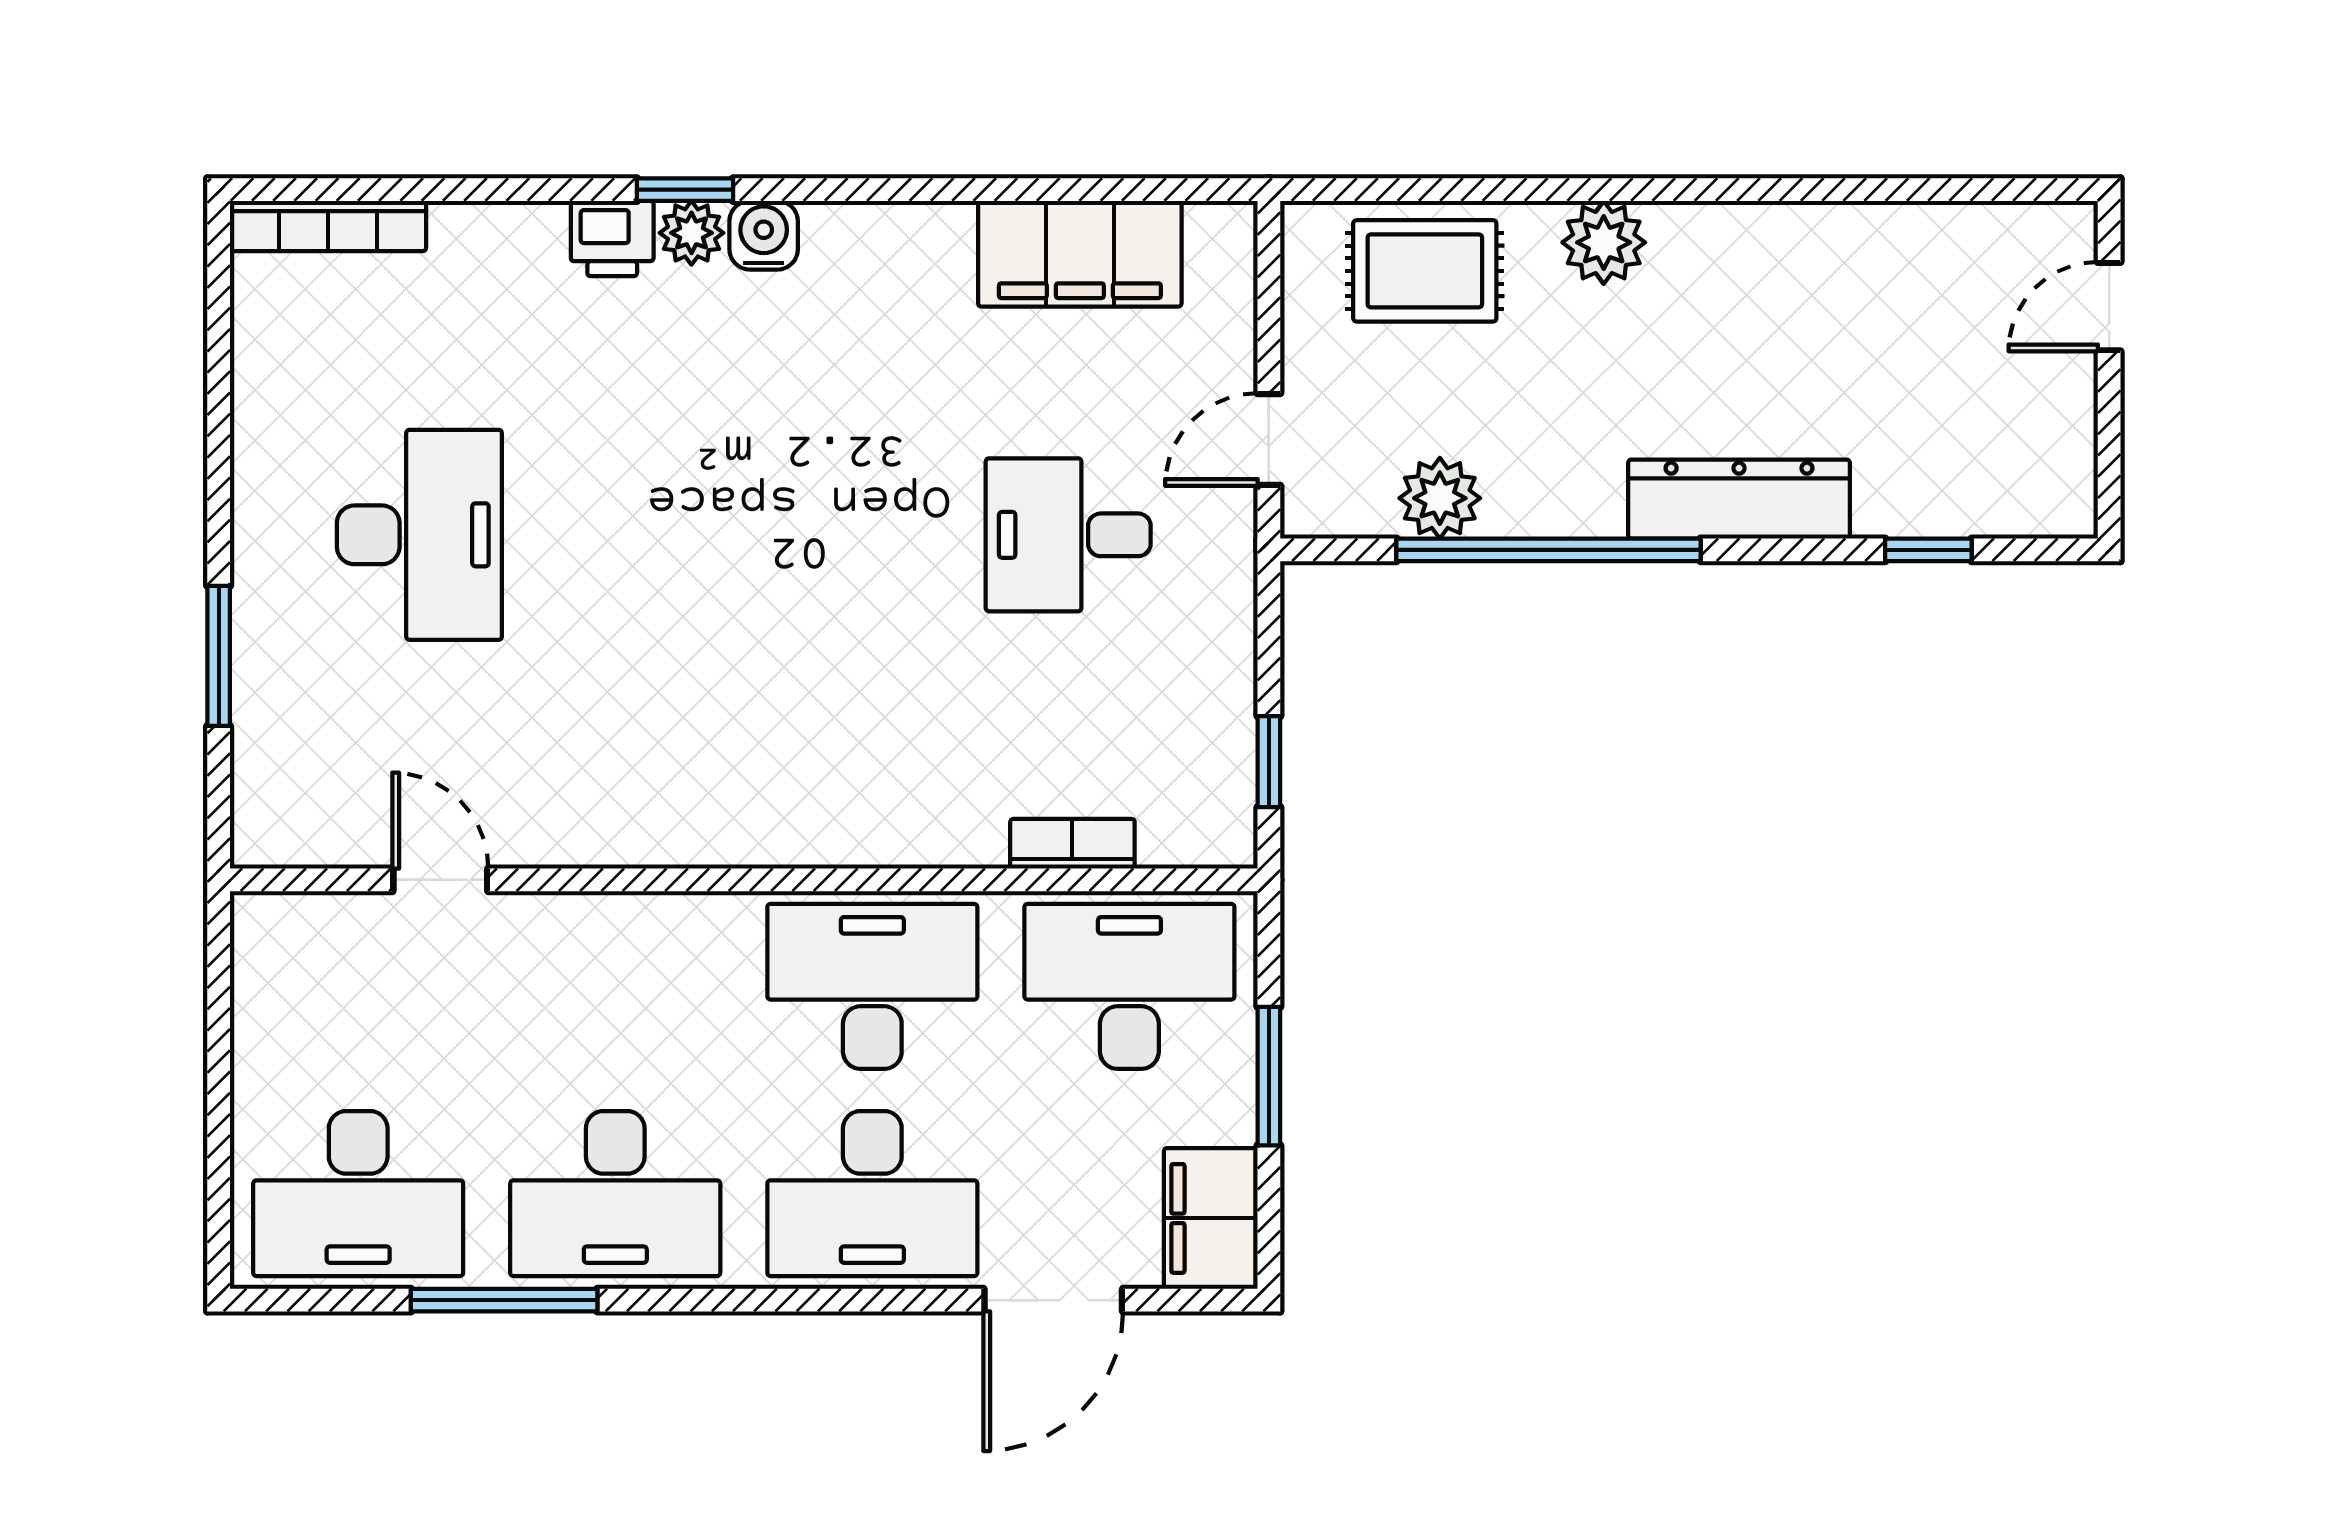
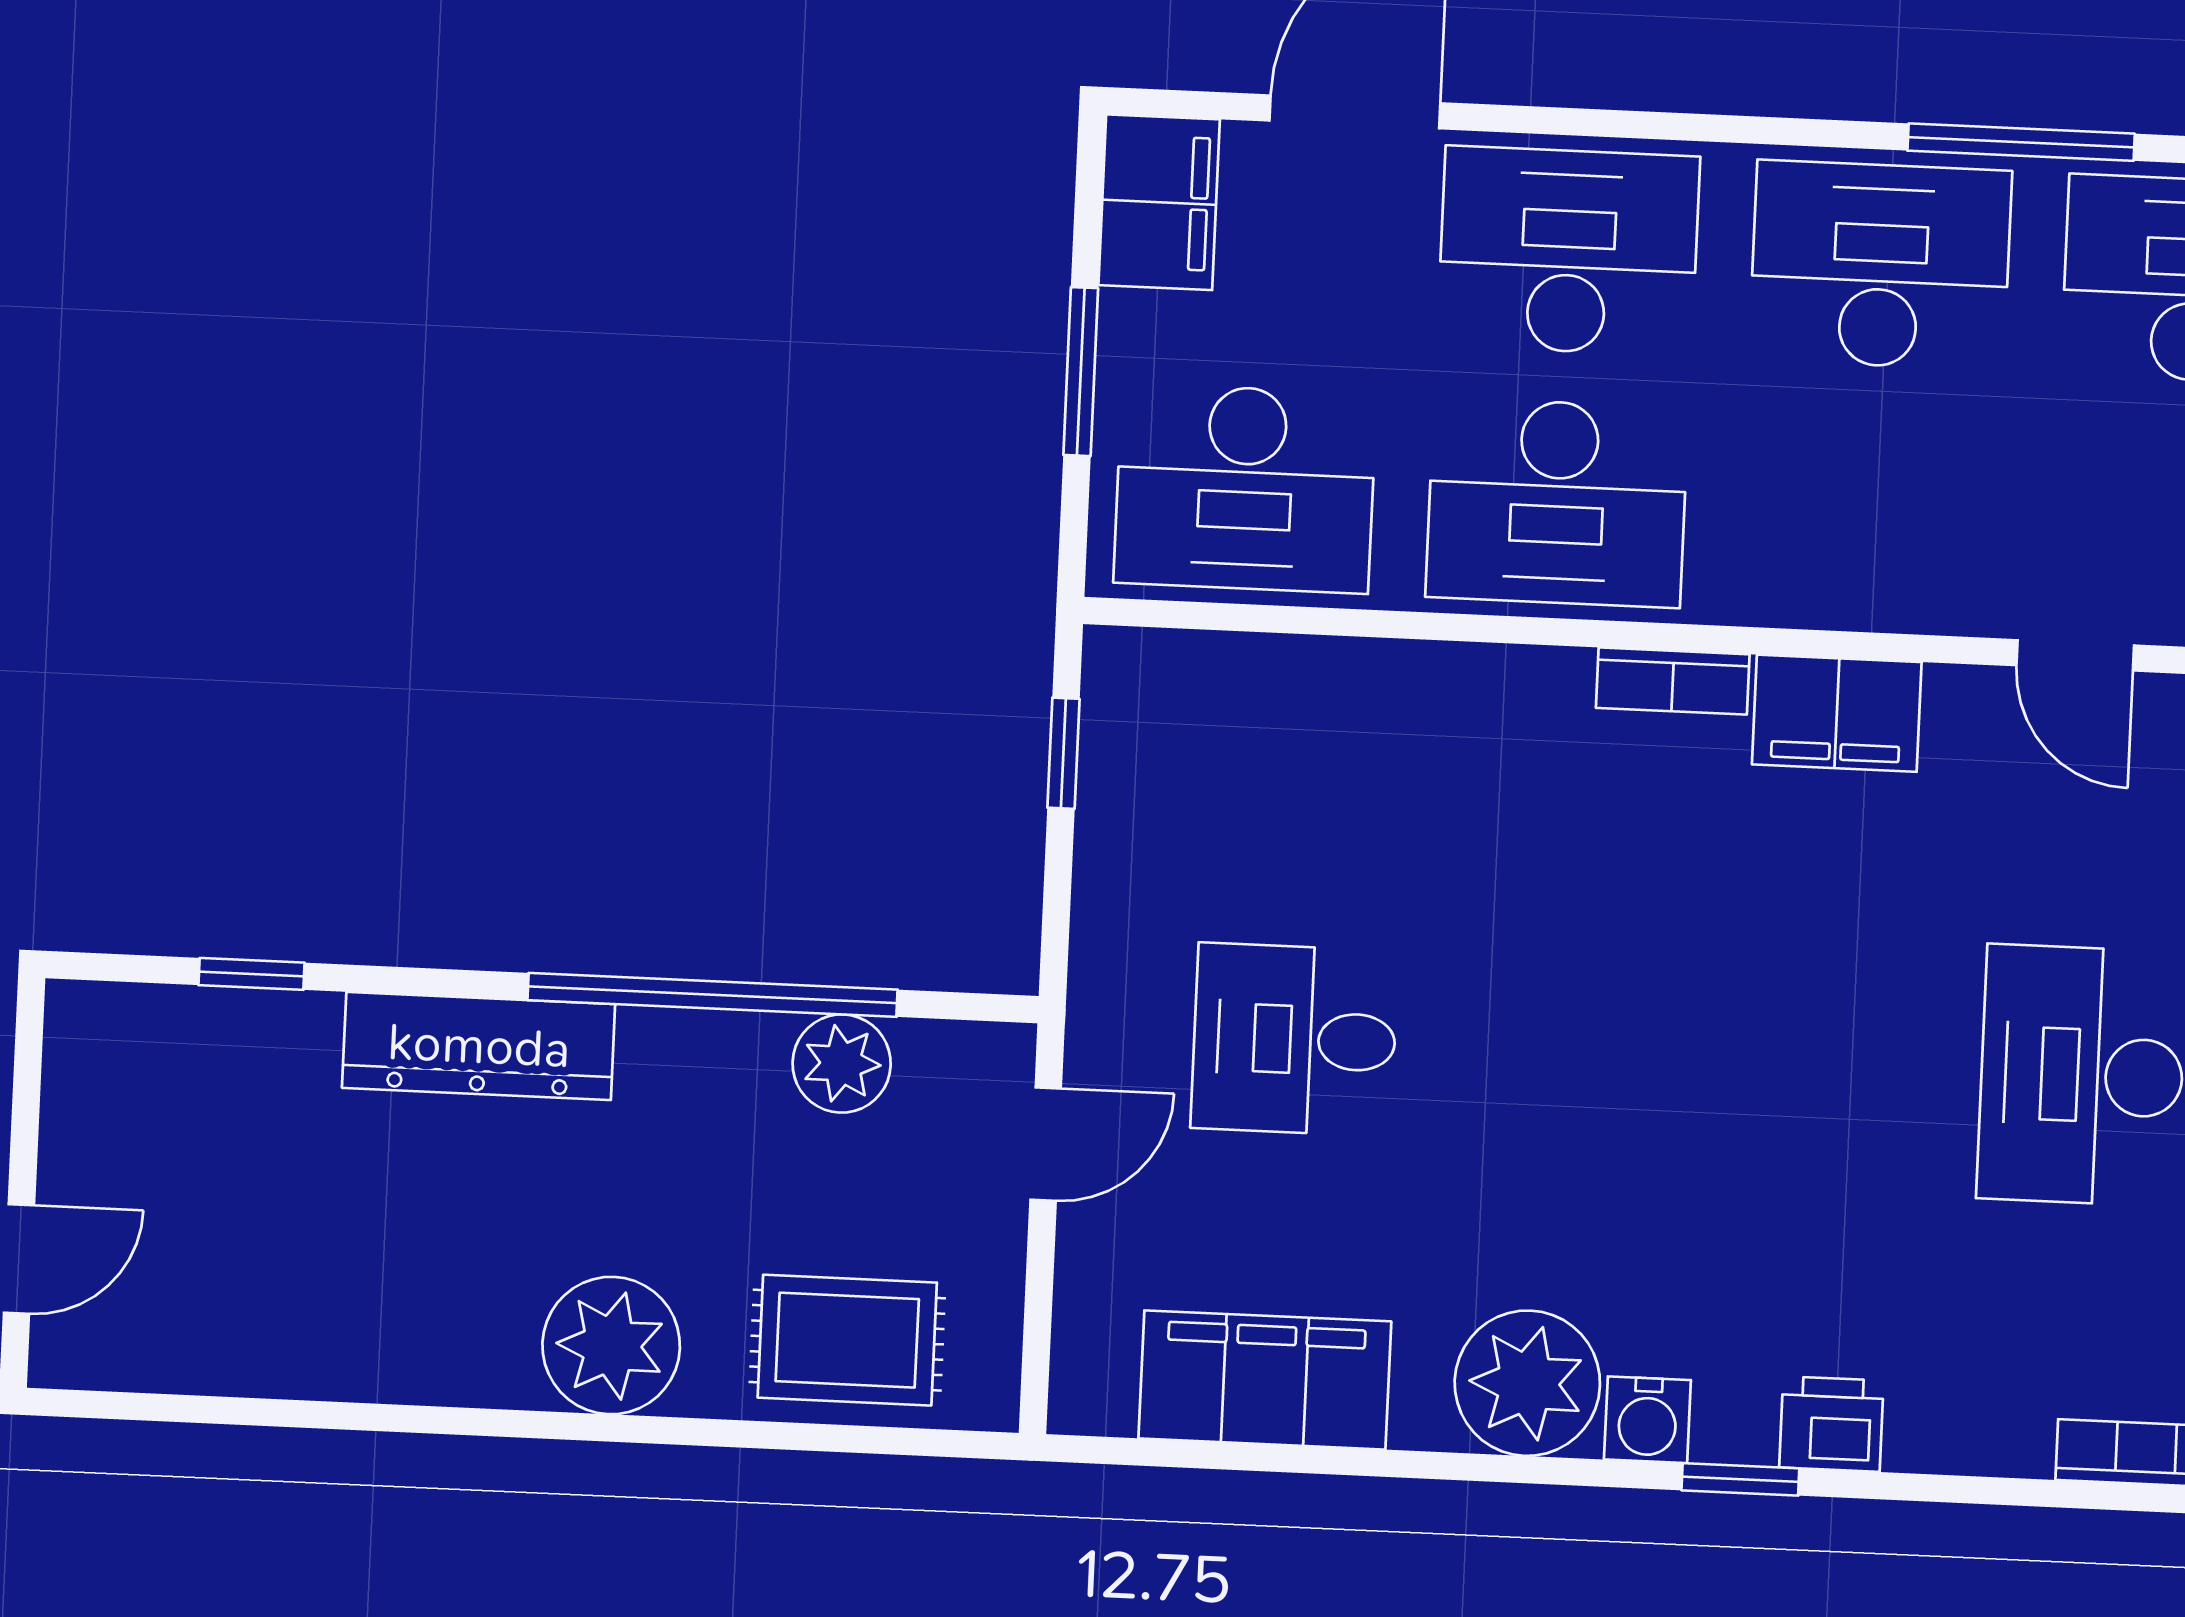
plant: (691, 233) -> (1527, 1383), moved, width x1.88, depth x1.88
plant: (1604, 242) -> (611, 1346), width x1.36, depth x1.36
desk: (1068, 535) -> (1294, 1040), turned 180
filing cabinet: (634, 823) -> (1837, 713), added
bookcase: (1072, 844) -> (1673, 681), moved

